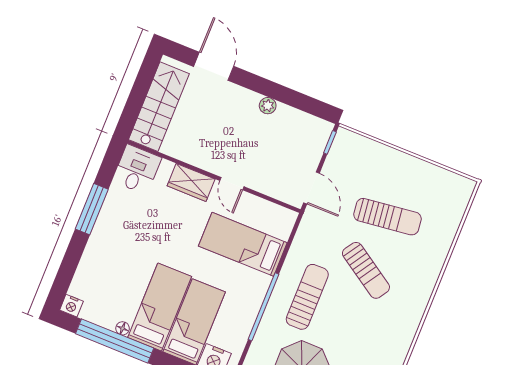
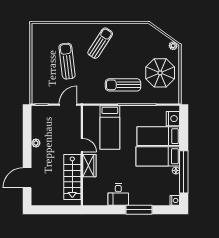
stairs: (159, 107) -> (72, 177), moved, turned -90
desk: (137, 169) -> (118, 195), moved, turned -90
door: (232, 184) -> (82, 145), hinge flipped
window: (92, 209) -> (139, 210), moved
sun lounger: (366, 270) -> (100, 43), moved

